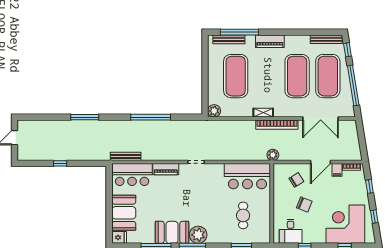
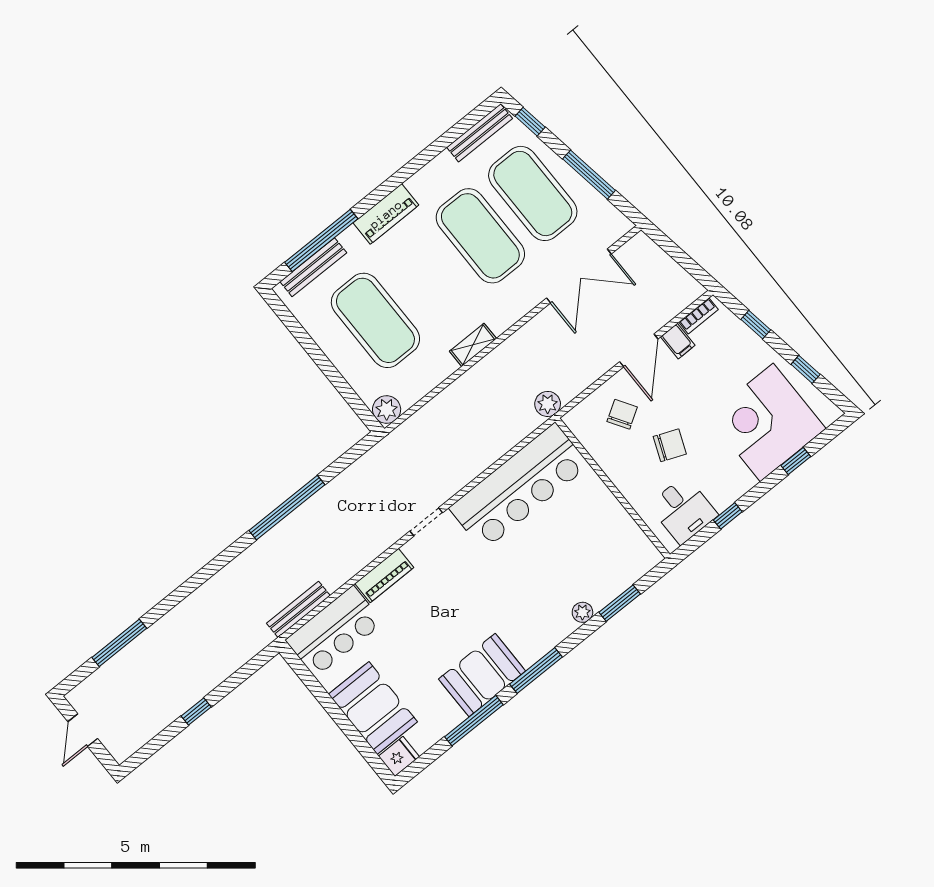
window: (353, 85) -> (589, 175), width x0.68
window: (85, 117) -> (119, 643), moved
bookcase: (277, 125) -> (513, 346), removed
bar counter: (247, 176) -> (519, 487), width x1.36
cafe table: (243, 215) -> (580, 548), removed
plant: (198, 235) -> (582, 612), moved, width x0.53, depth x0.53

